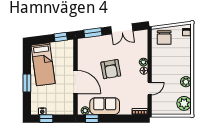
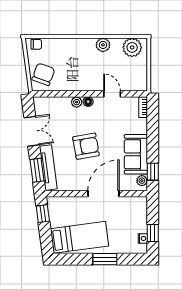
chair: (164, 37) -> (43, 74), turned -70
tv unit: (95, 41) -> (48, 168), added

